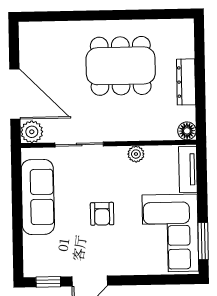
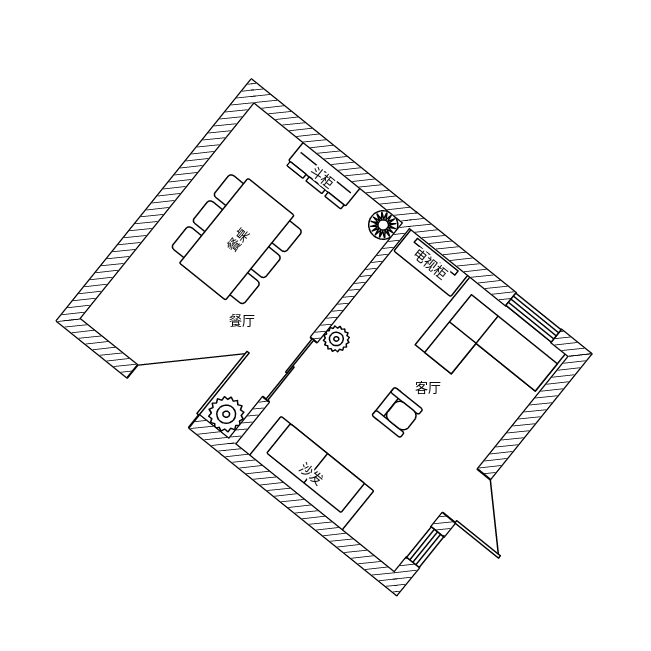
plant: (136, 154) -> (336, 339), moved

